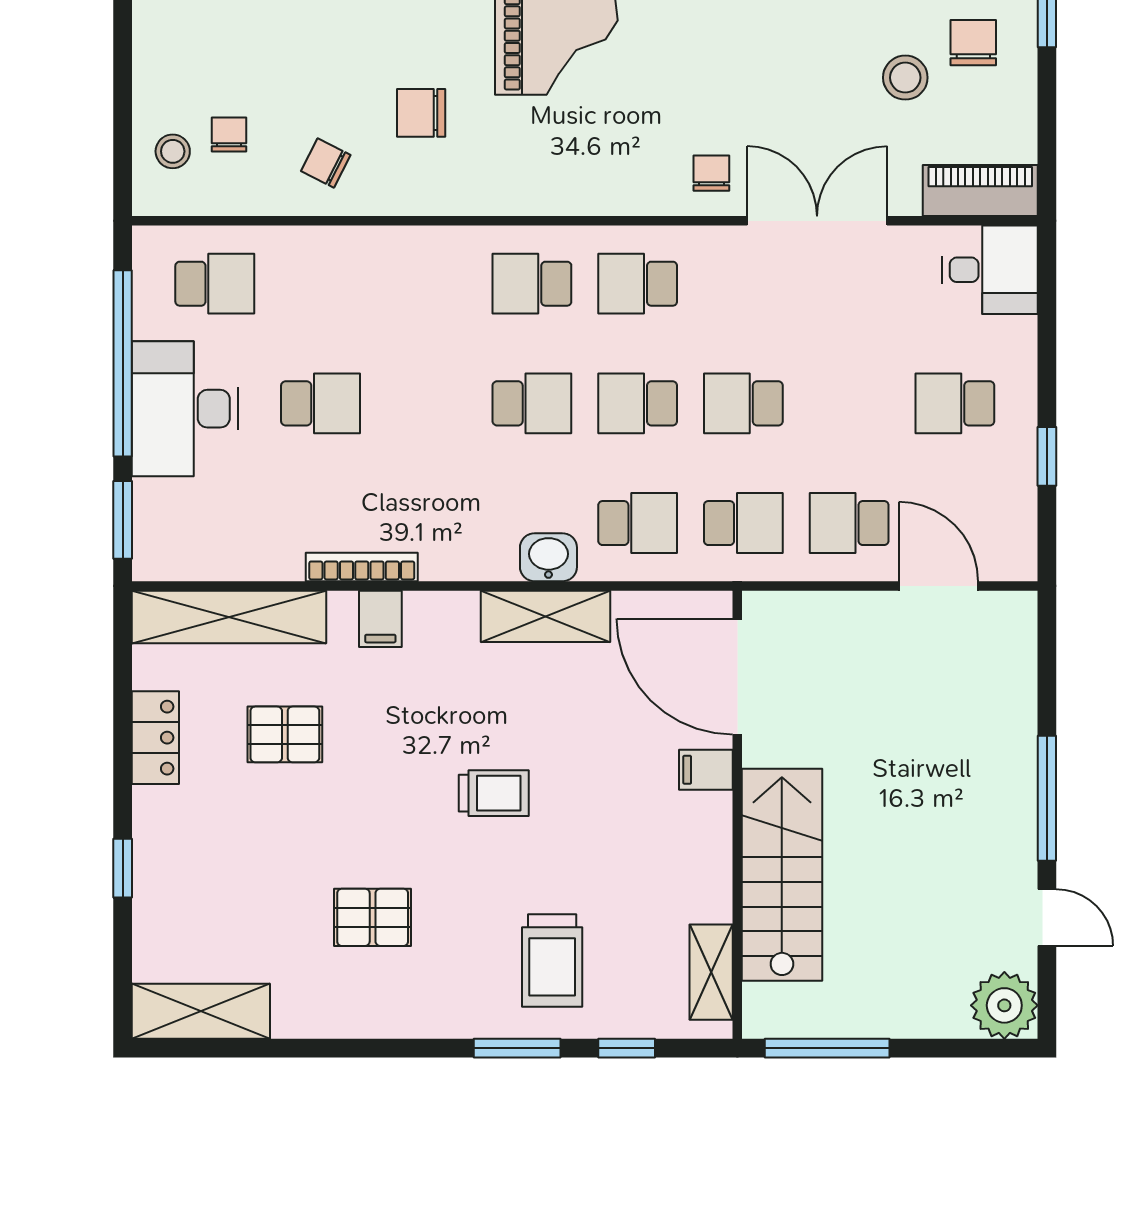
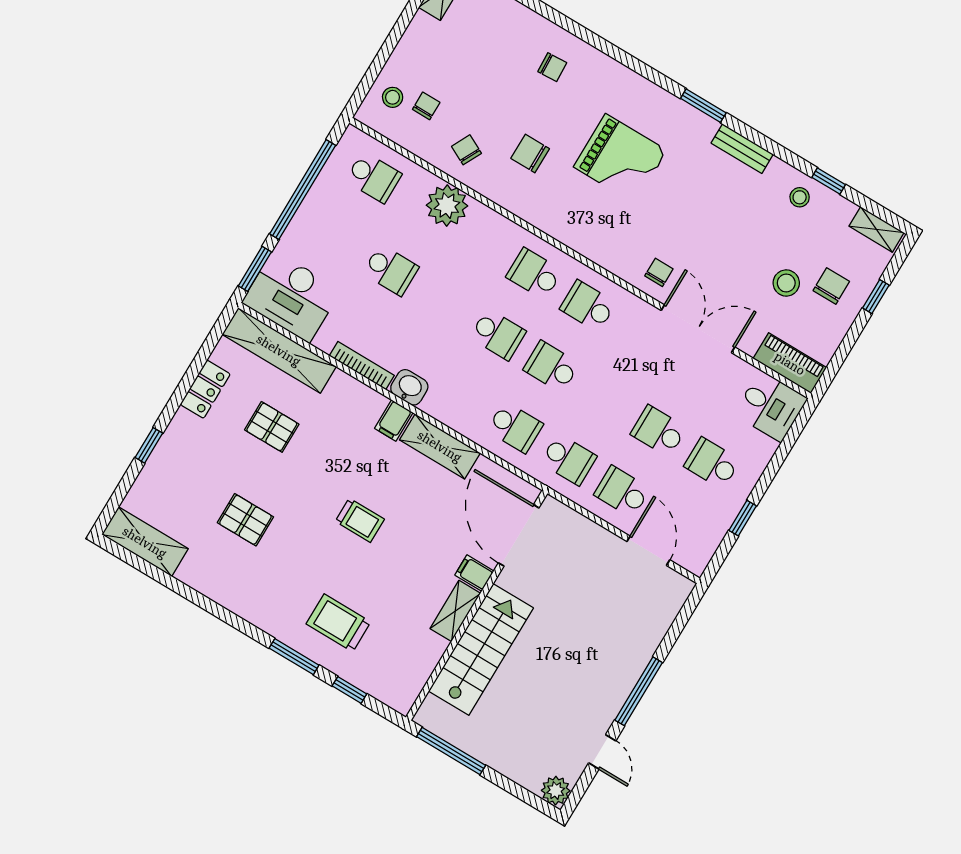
plant: (346, 261) -> (447, 206), added
school desk: (743, 403) -> (659, 431), moved
desk: (185, 409) -> (291, 296), moved, turned -90
washbasin: (548, 557) -> (409, 387), moved
filing cabinet: (380, 619) -> (394, 420), moved
pallet: (373, 917) -> (245, 520), moved
trolley: (552, 960) -> (338, 623), turned 90
shelving: (711, 972) -> (455, 611), moved
plant: (1004, 1005) -> (556, 791), width x0.73, depth x0.73

